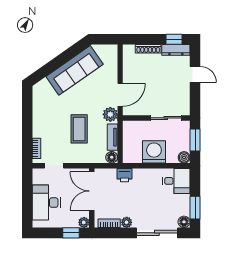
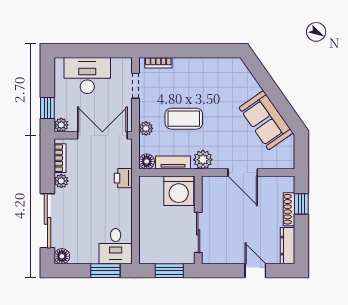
window: (174, 39) -> (301, 204), moved
sofa: (75, 70) -> (266, 120), width x0.73
door: (195, 74) -> (255, 271), swing flipped
door: (120, 95) -> (243, 172), moved
washing machine: (154, 152) -> (179, 191), moved, turned 90
boiler: (184, 157) -> (146, 256), removed
plant: (87, 158) -> (146, 128), added
window: (195, 208) -> (105, 271), moved

